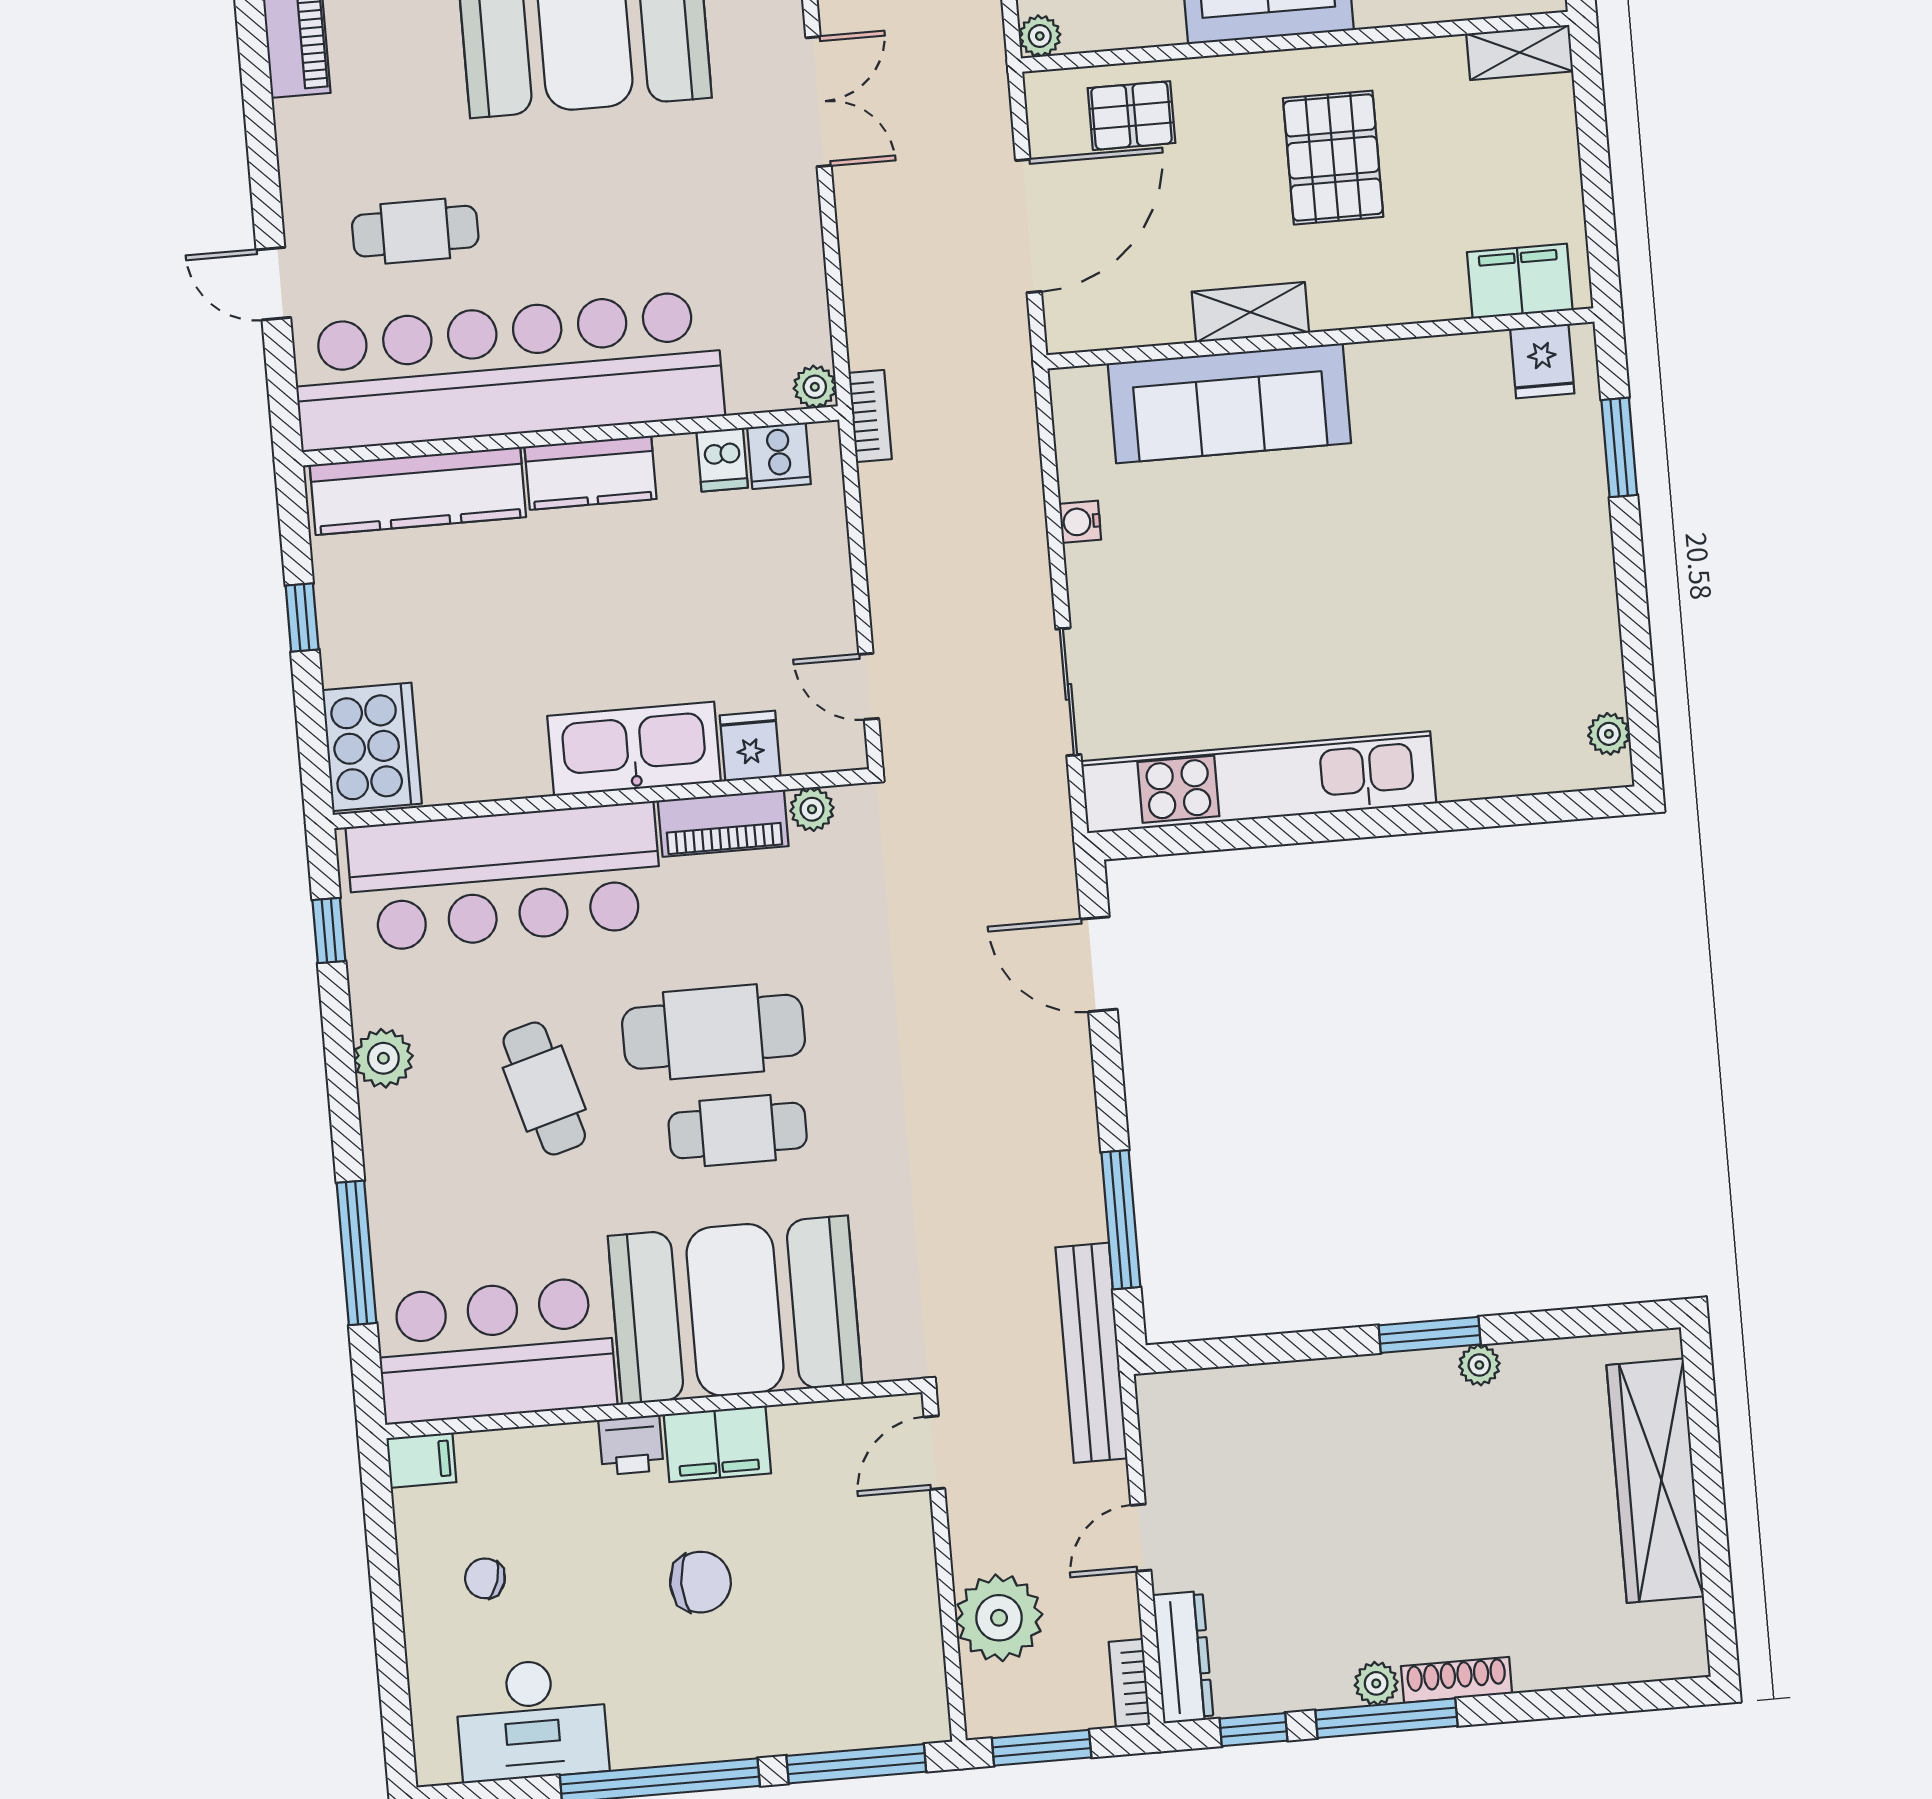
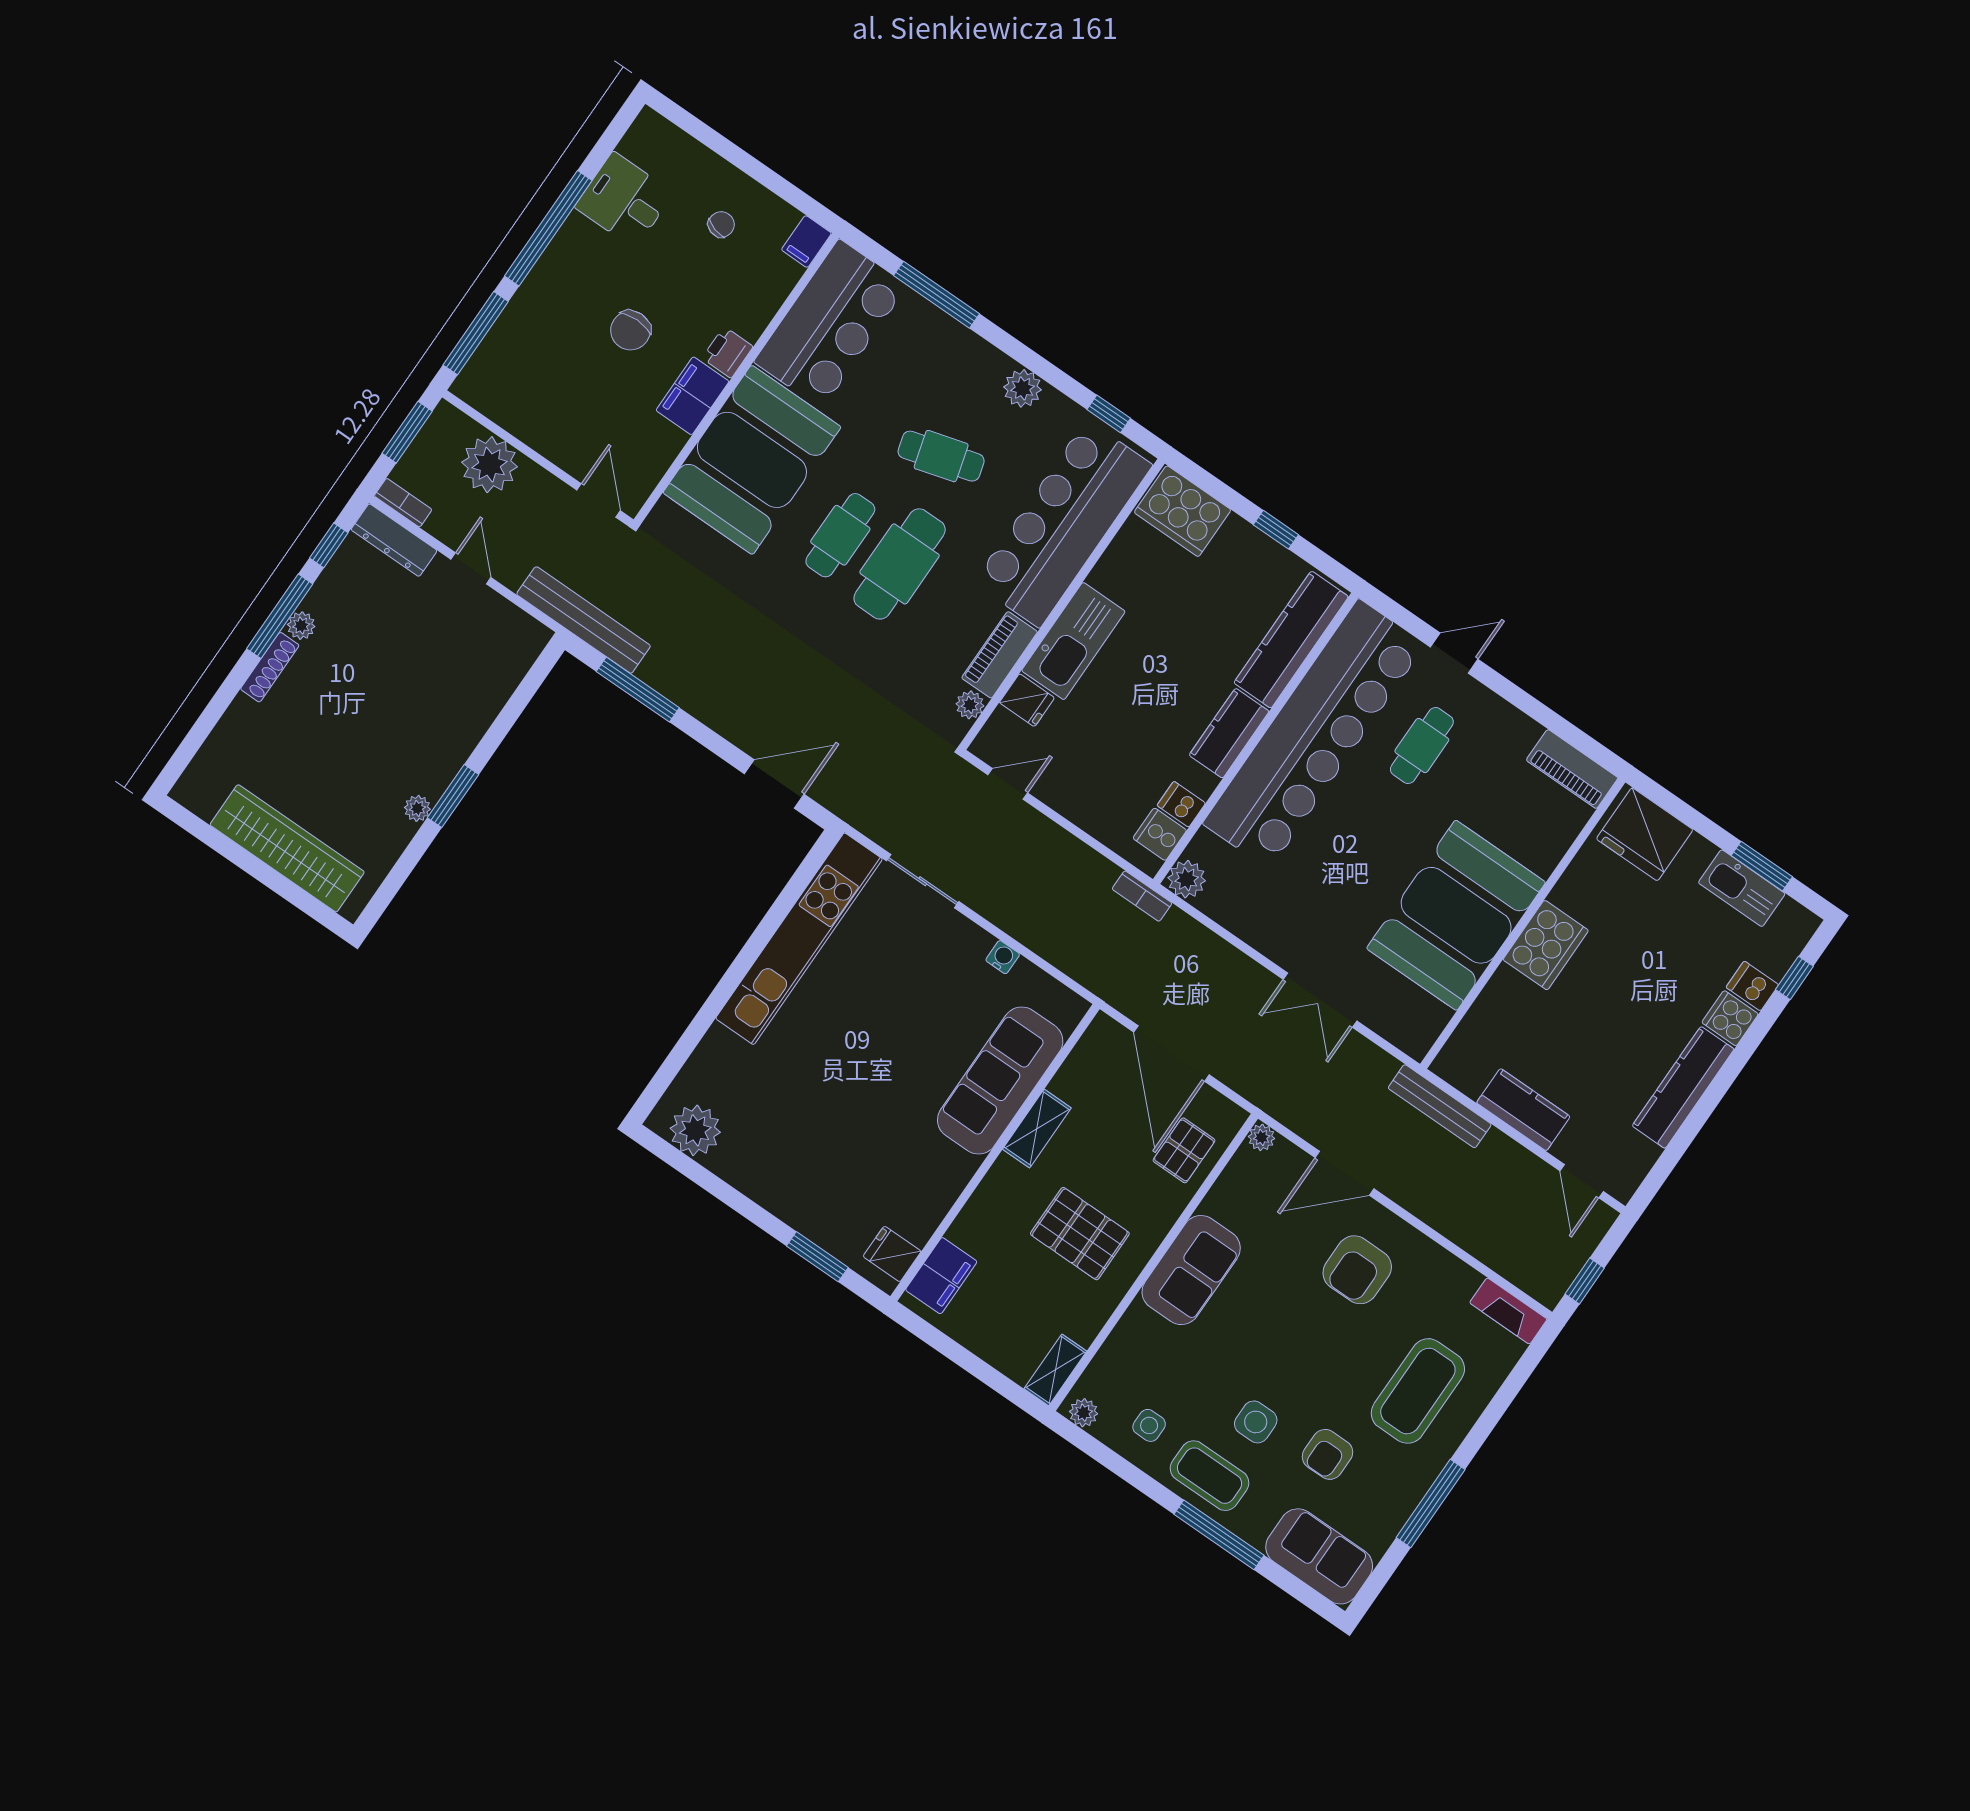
plant: (815, 387) -> (1187, 879), width x1.38, depth x1.38
plant: (1609, 734) -> (695, 1130), width x1.88, depth x1.88
desk: (532, 1720) -> (624, 200), width x0.73

